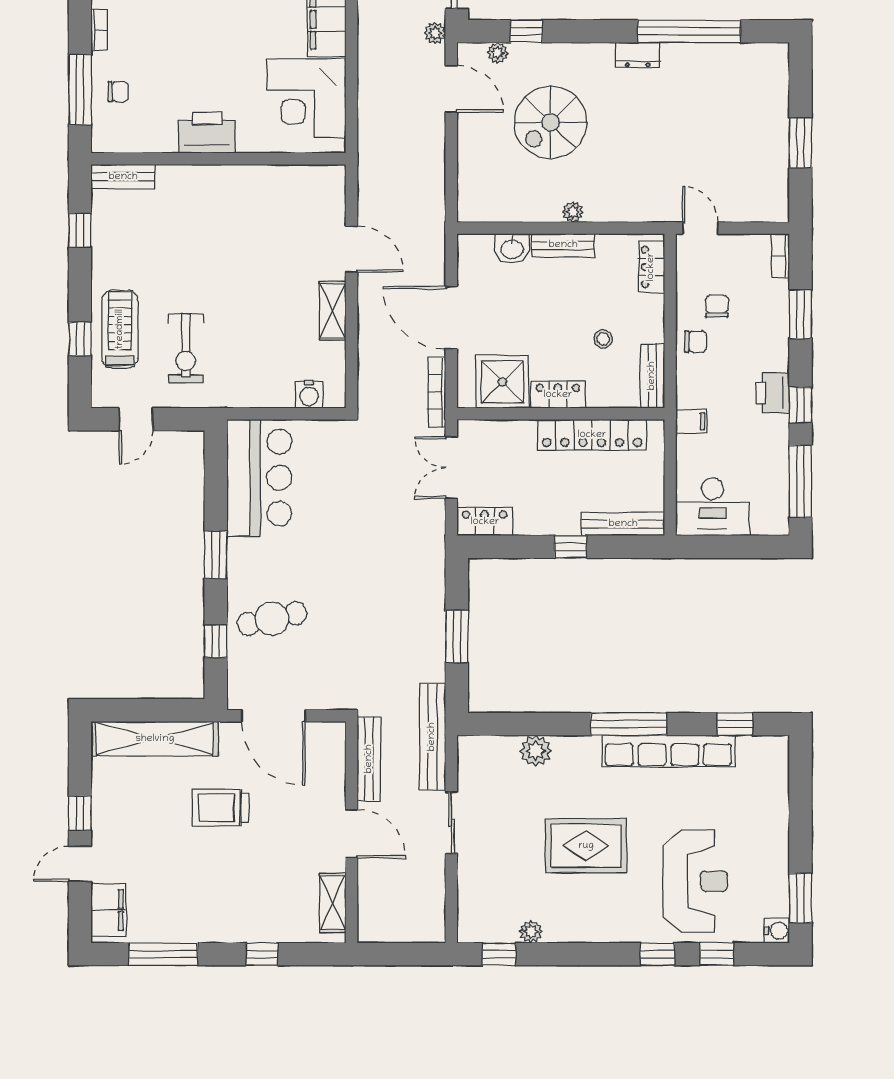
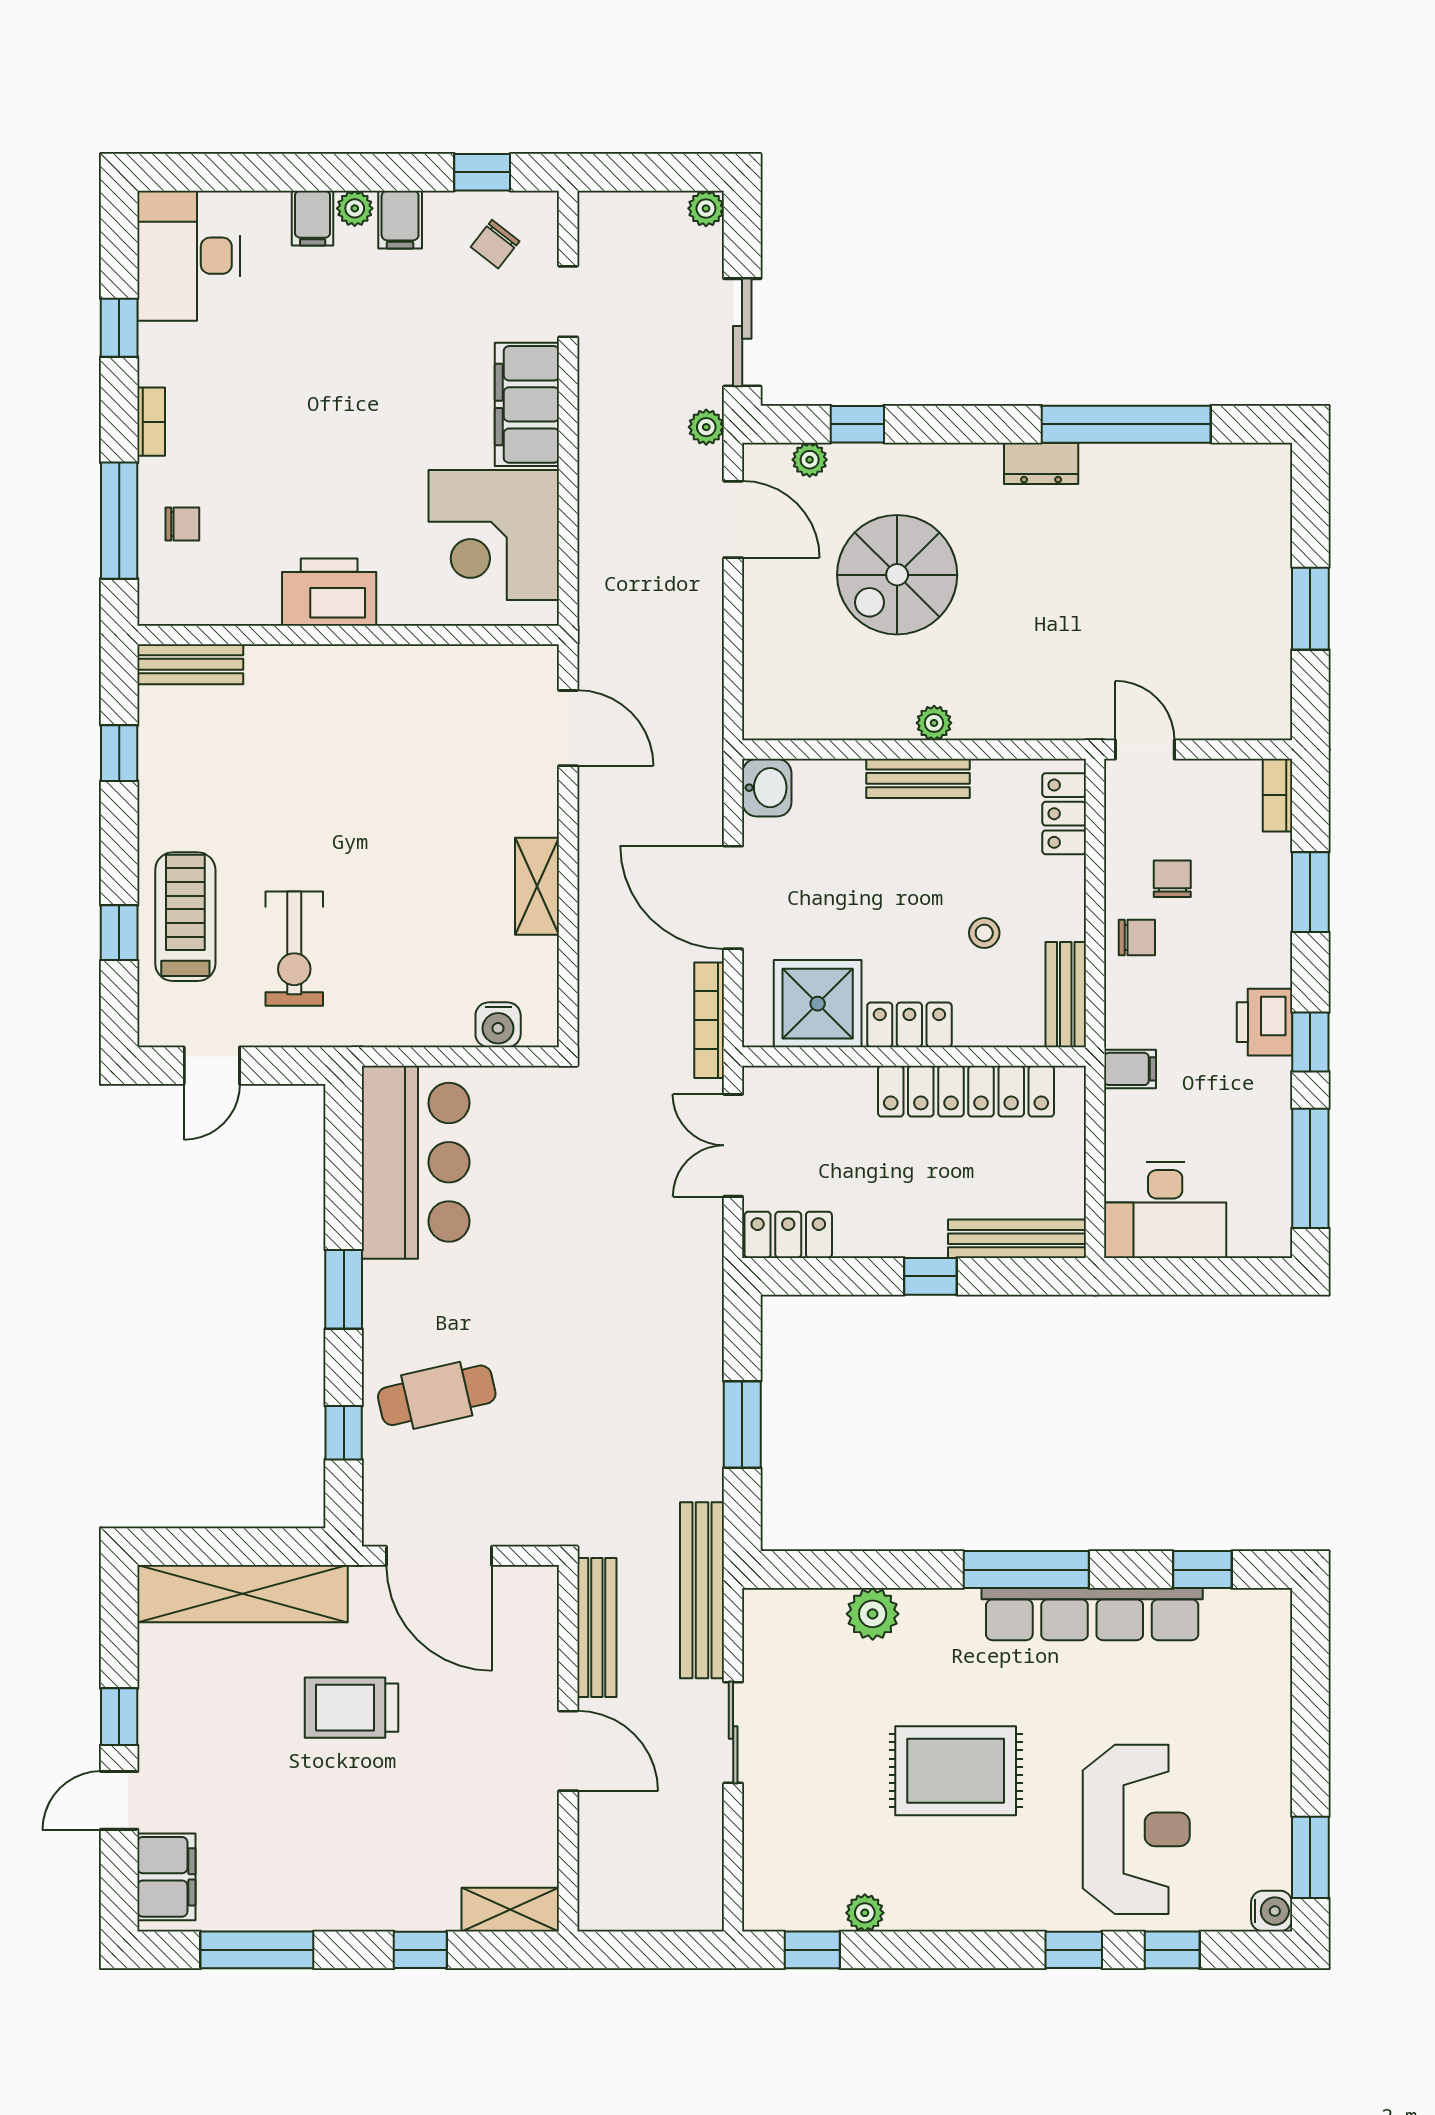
washbasin: (512, 248) -> (767, 788), moved, turned -90
door: (351, 249) -> (568, 728), moved
shelving: (333, 903) -> (510, 1910), moved, turned 90

